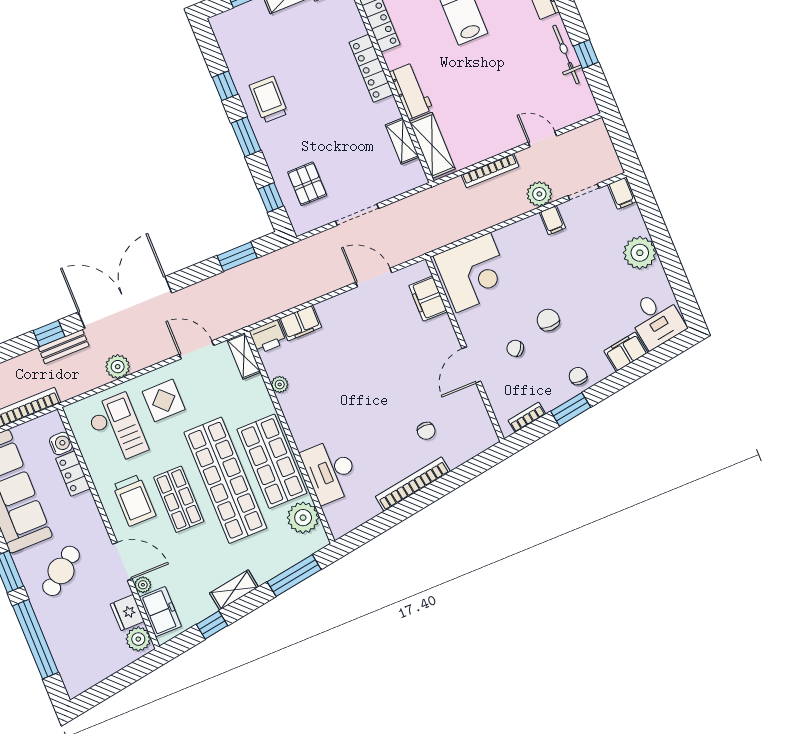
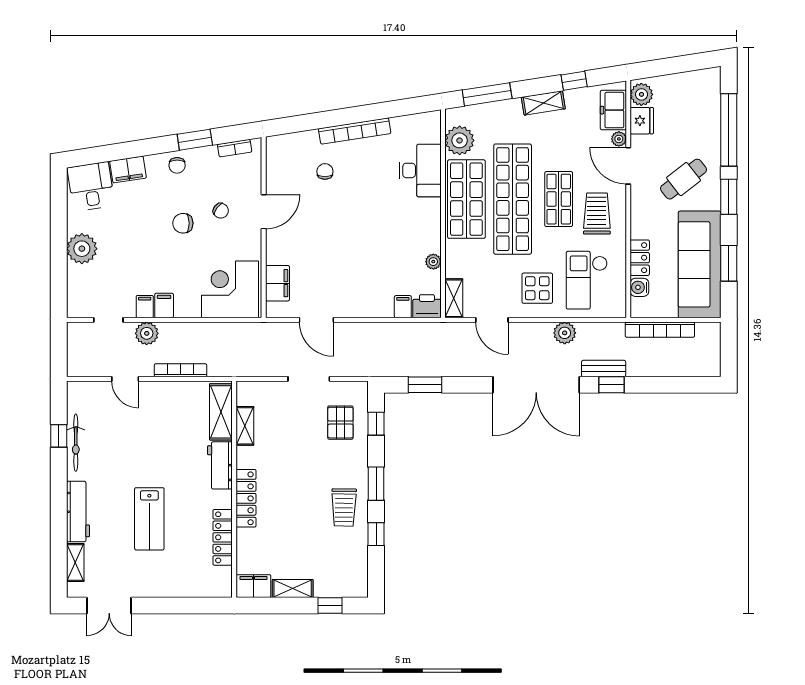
filing cabinet: (622, 193) -> (164, 305), moved
chair: (548, 320) -> (183, 223), turned 90
filing cabinet: (300, 323) -> (403, 307), width x0.50

